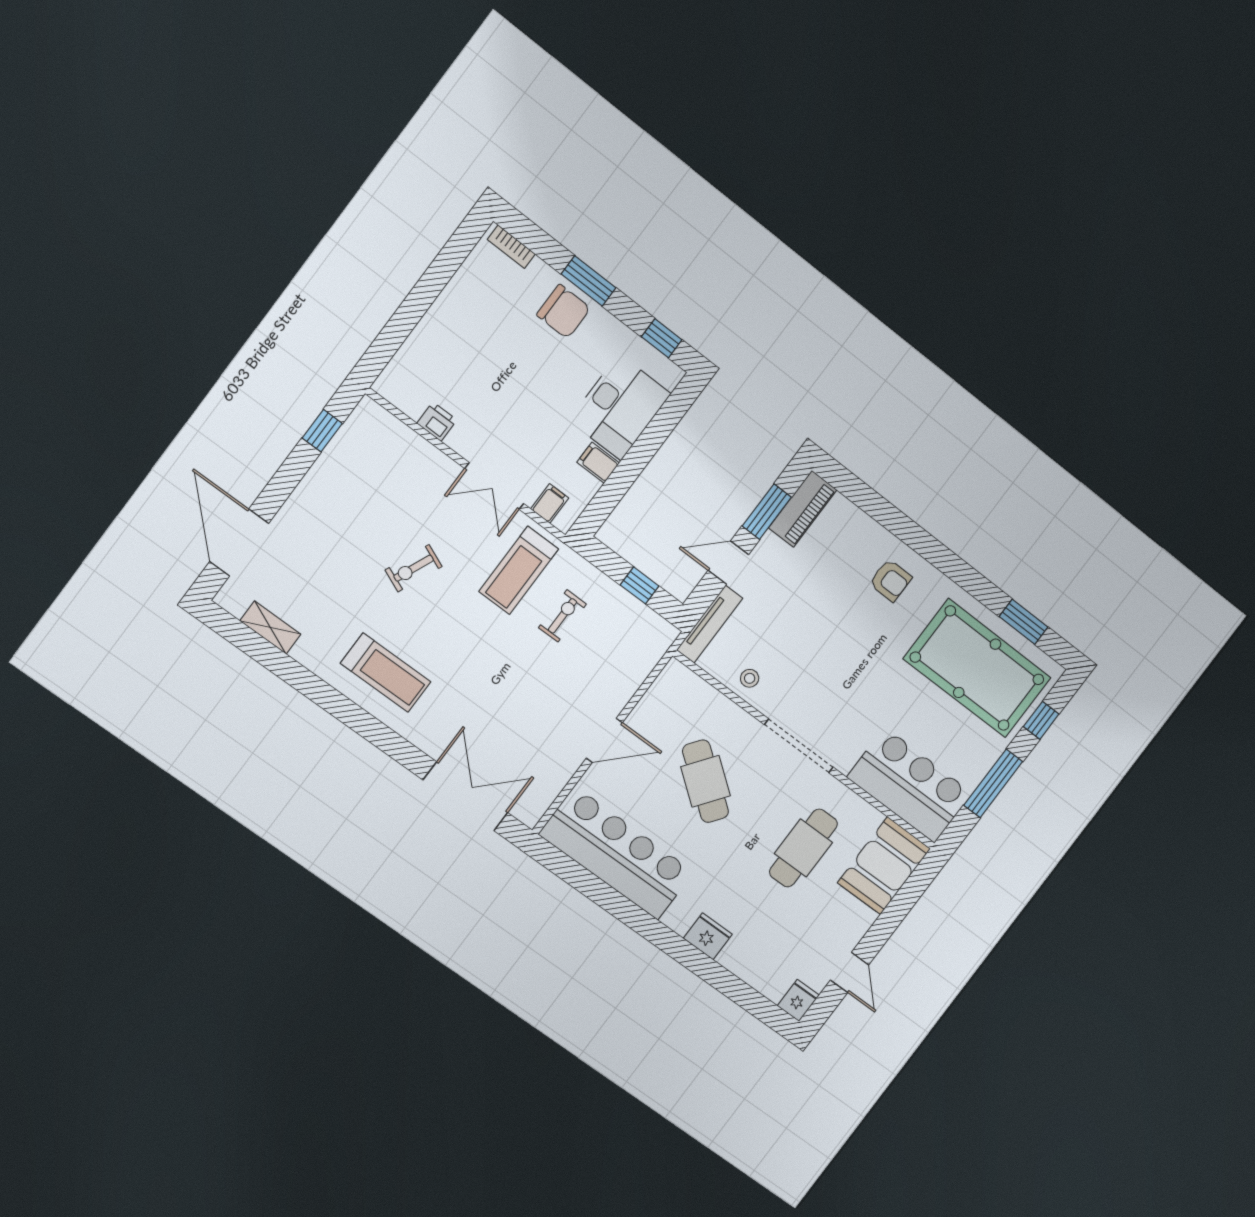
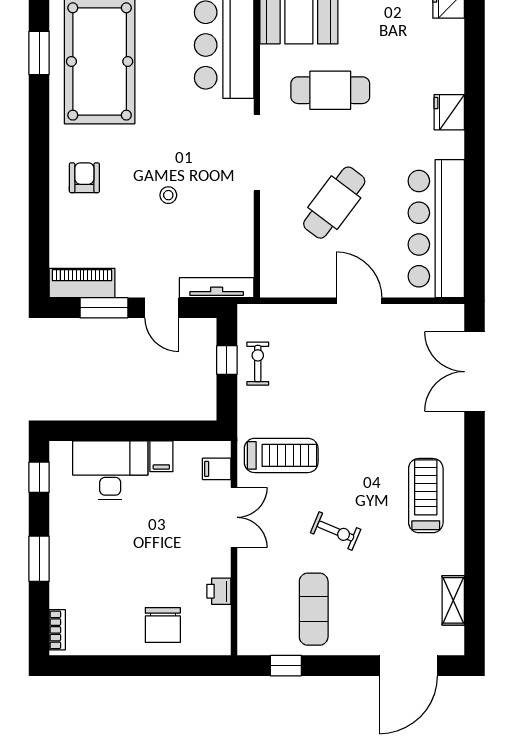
chair: (564, 311) -> (163, 625), moved, turned 180
exercise mat: (356, 495) -> (314, 609), added
exercise bike: (562, 616) -> (258, 364), moved, turned 90
stool: (750, 678) -> (168, 195), moved

